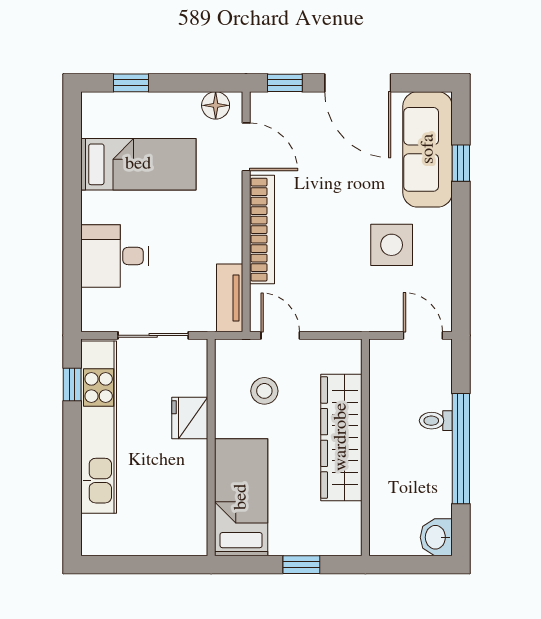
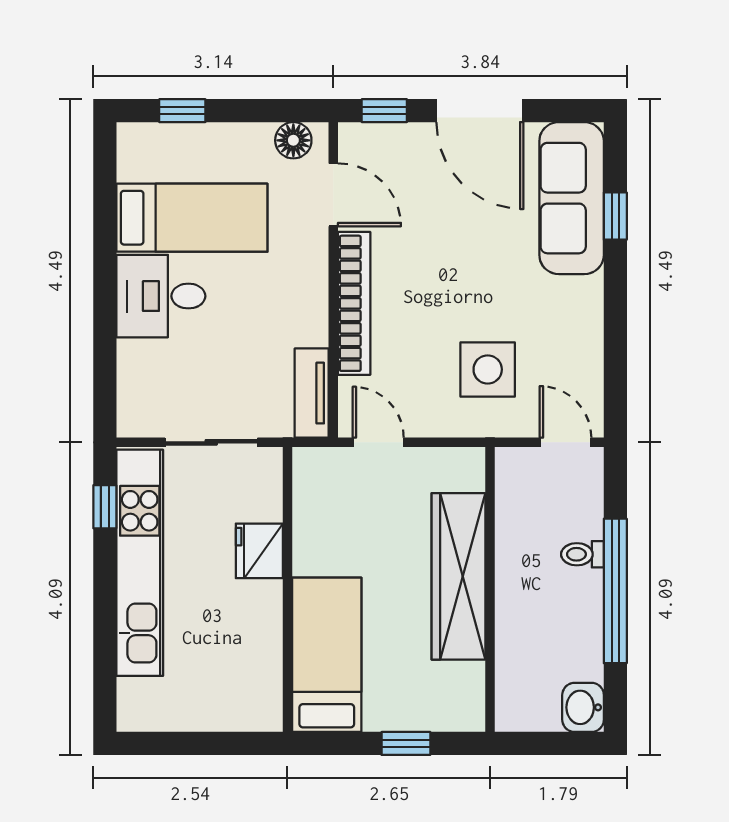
side table: (392, 245) -> (488, 369), moved
desk: (115, 256) -> (161, 296), moved
stool: (264, 391) -> (357, 515), removed

